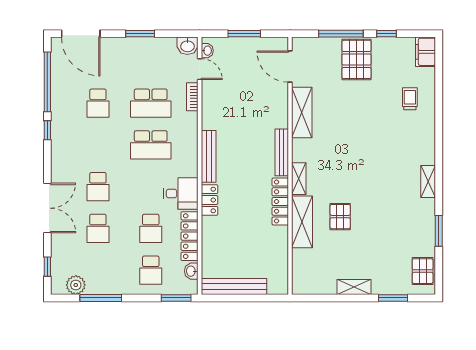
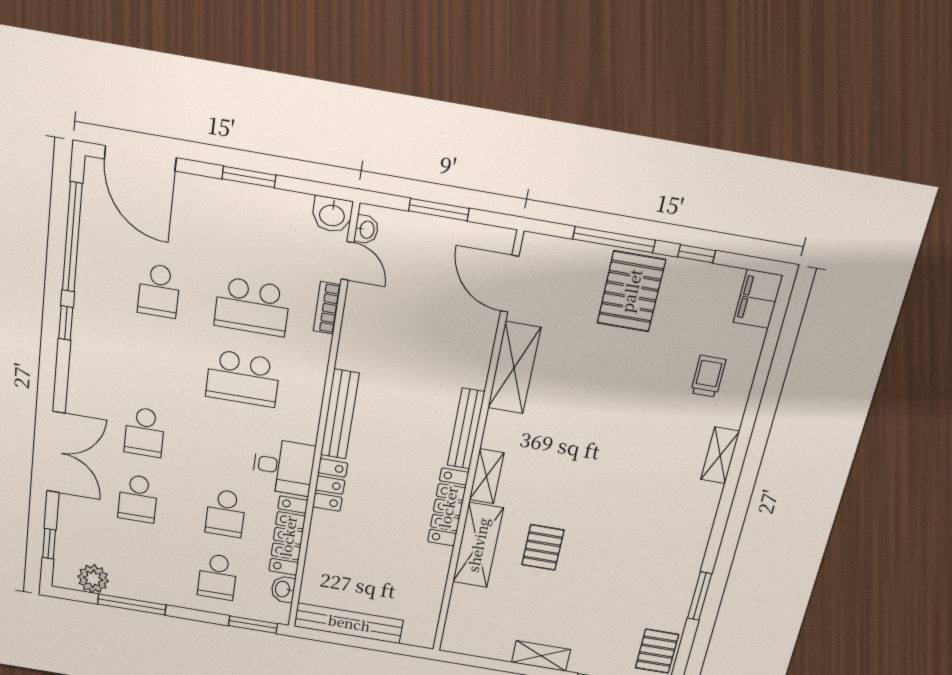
shelving: (428, 181) -> (720, 455), moved

